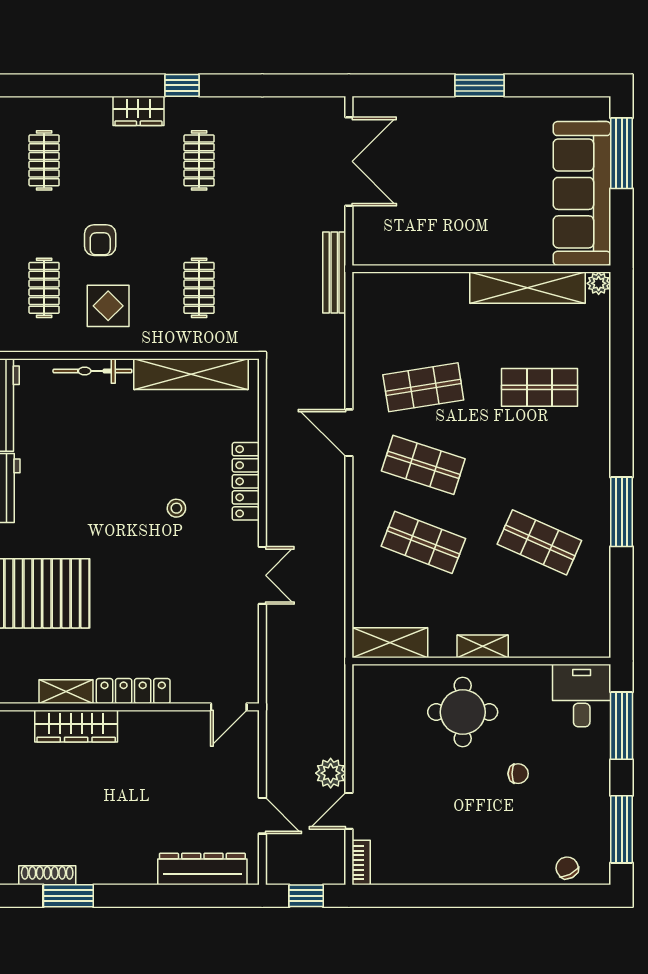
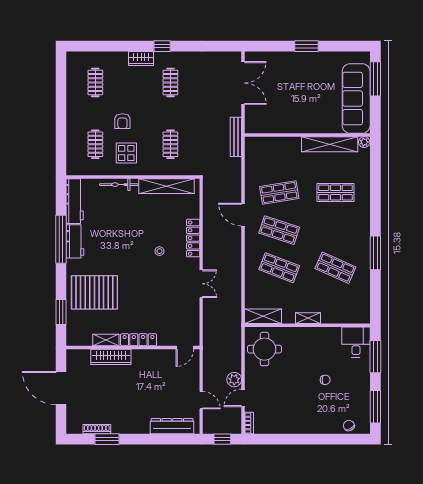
round table: (463, 712) -> (264, 349), moved

